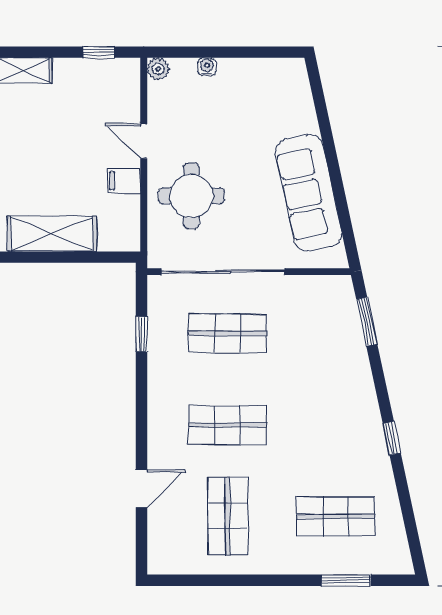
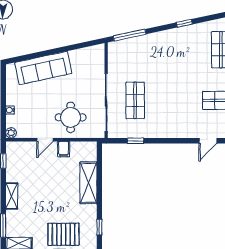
sofa: (309, 193) -> (43, 68), moved
window: (367, 322) -> (130, 35), width x1.44
shop shelf: (227, 425) -> (178, 100), removed
door: (141, 489) -> (208, 141), swing flipped

